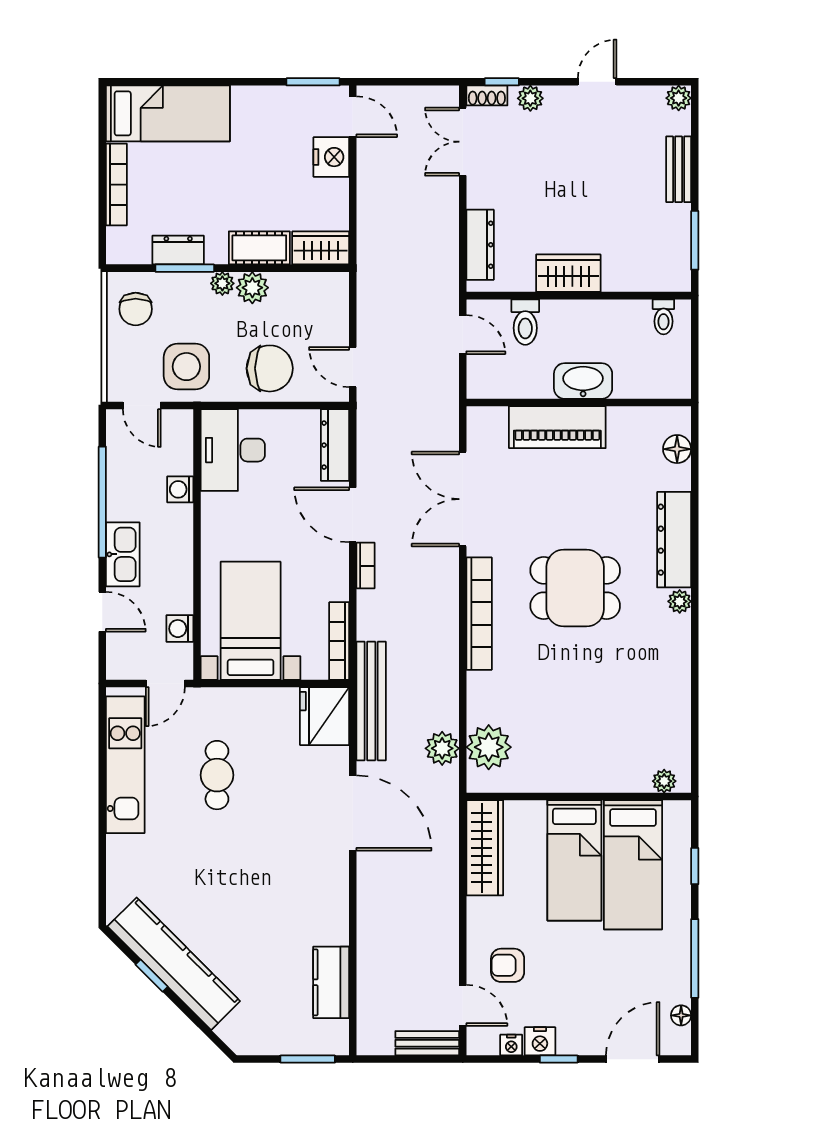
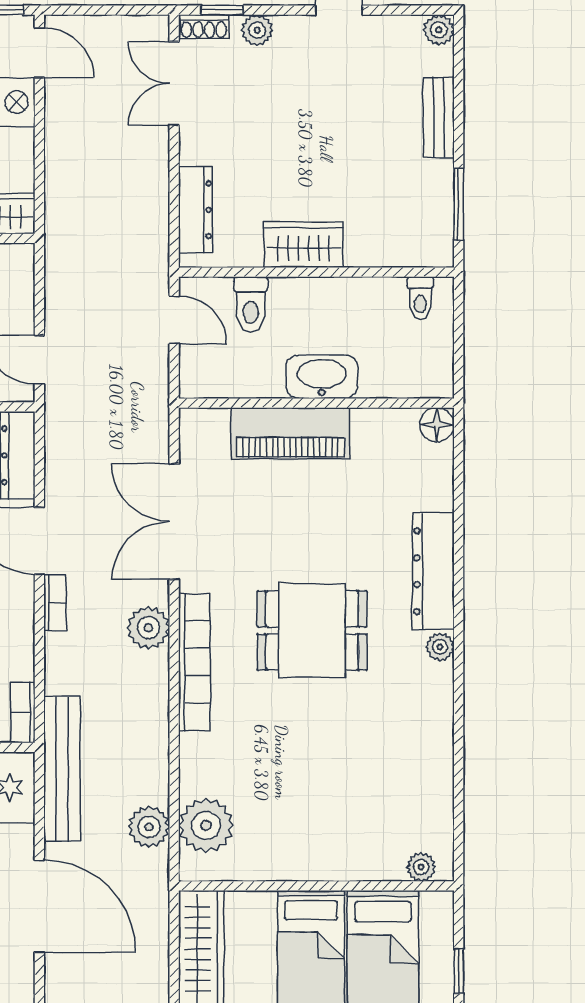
floor lamp: (677, 449) -> (437, 425), moved
plant: (442, 586) -> (148, 628), added
bookcase: (339, 641) -> (23, 712), width x0.64

